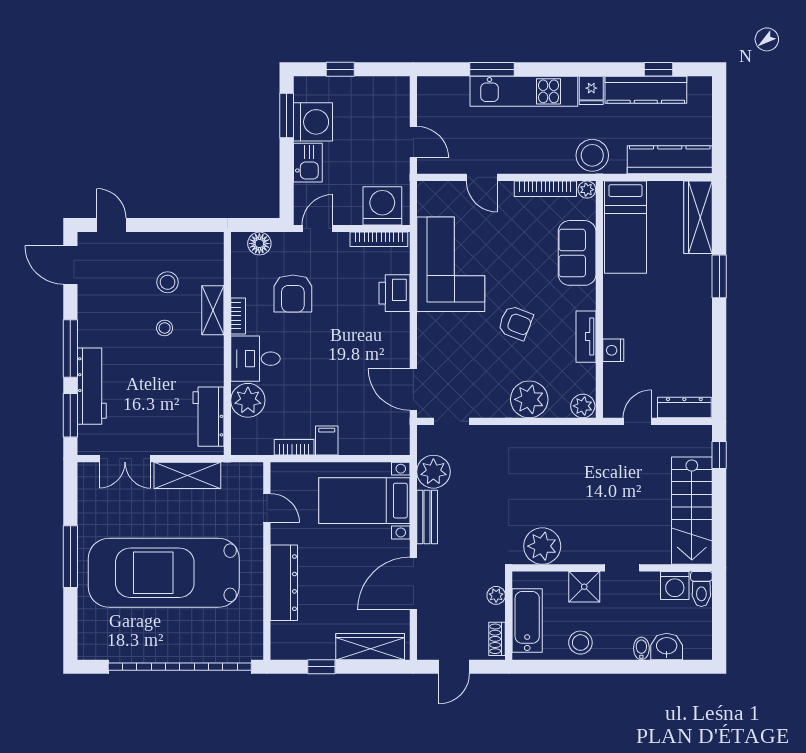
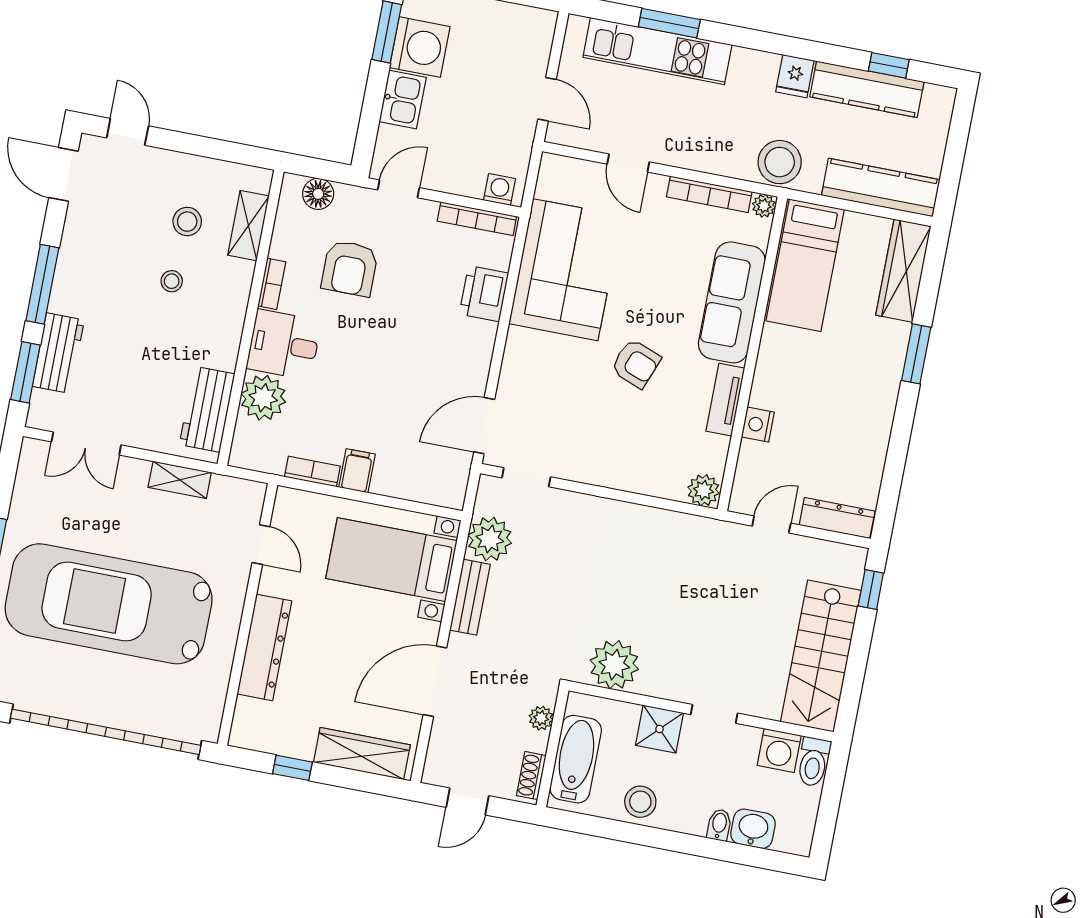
kitchen unit: (524, 91) -> (657, 51), moved
washing machine: (382, 206) -> (499, 190), width x0.53, depth x0.53
sofa: (577, 253) -> (732, 302), width x1.36
shelving: (213, 310) -> (248, 226), moved
workbench: (92, 386) -> (58, 353), width x0.73
door: (413, 390) -> (484, 426), hinge flipped
plant: (529, 399) -> (634, 468), removed
shelving: (187, 475) -> (180, 480), width x0.67, depth x0.75

